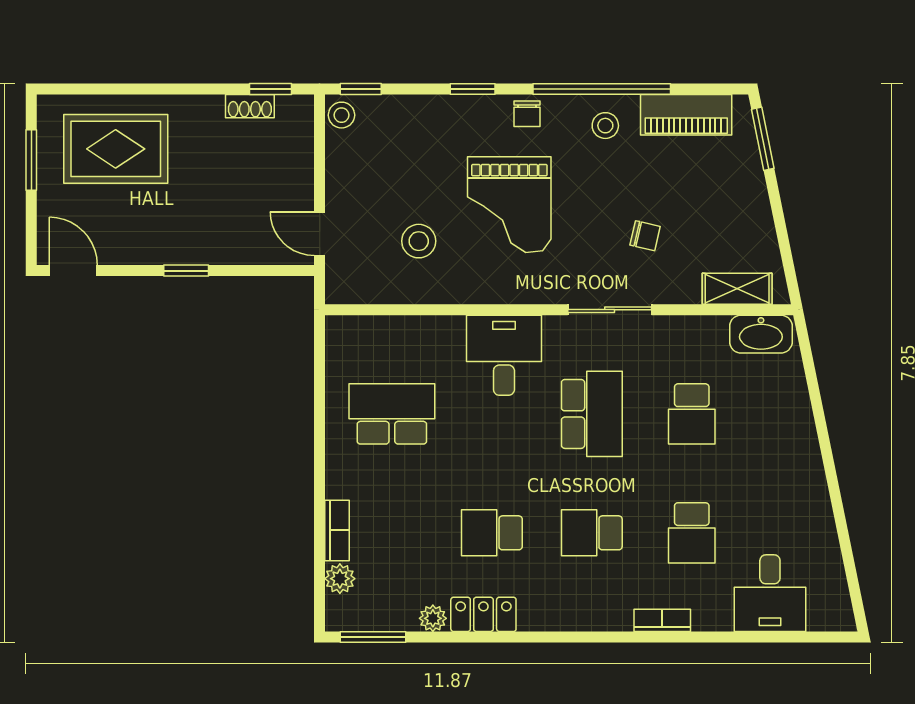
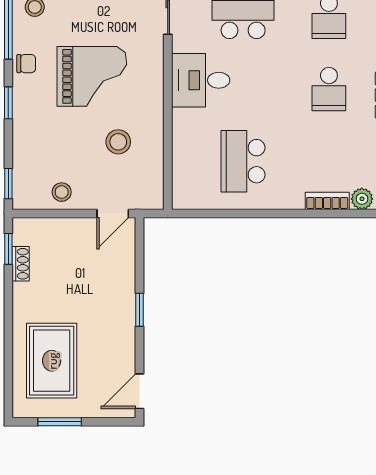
stool: (342, 115) -> (62, 192), moved

